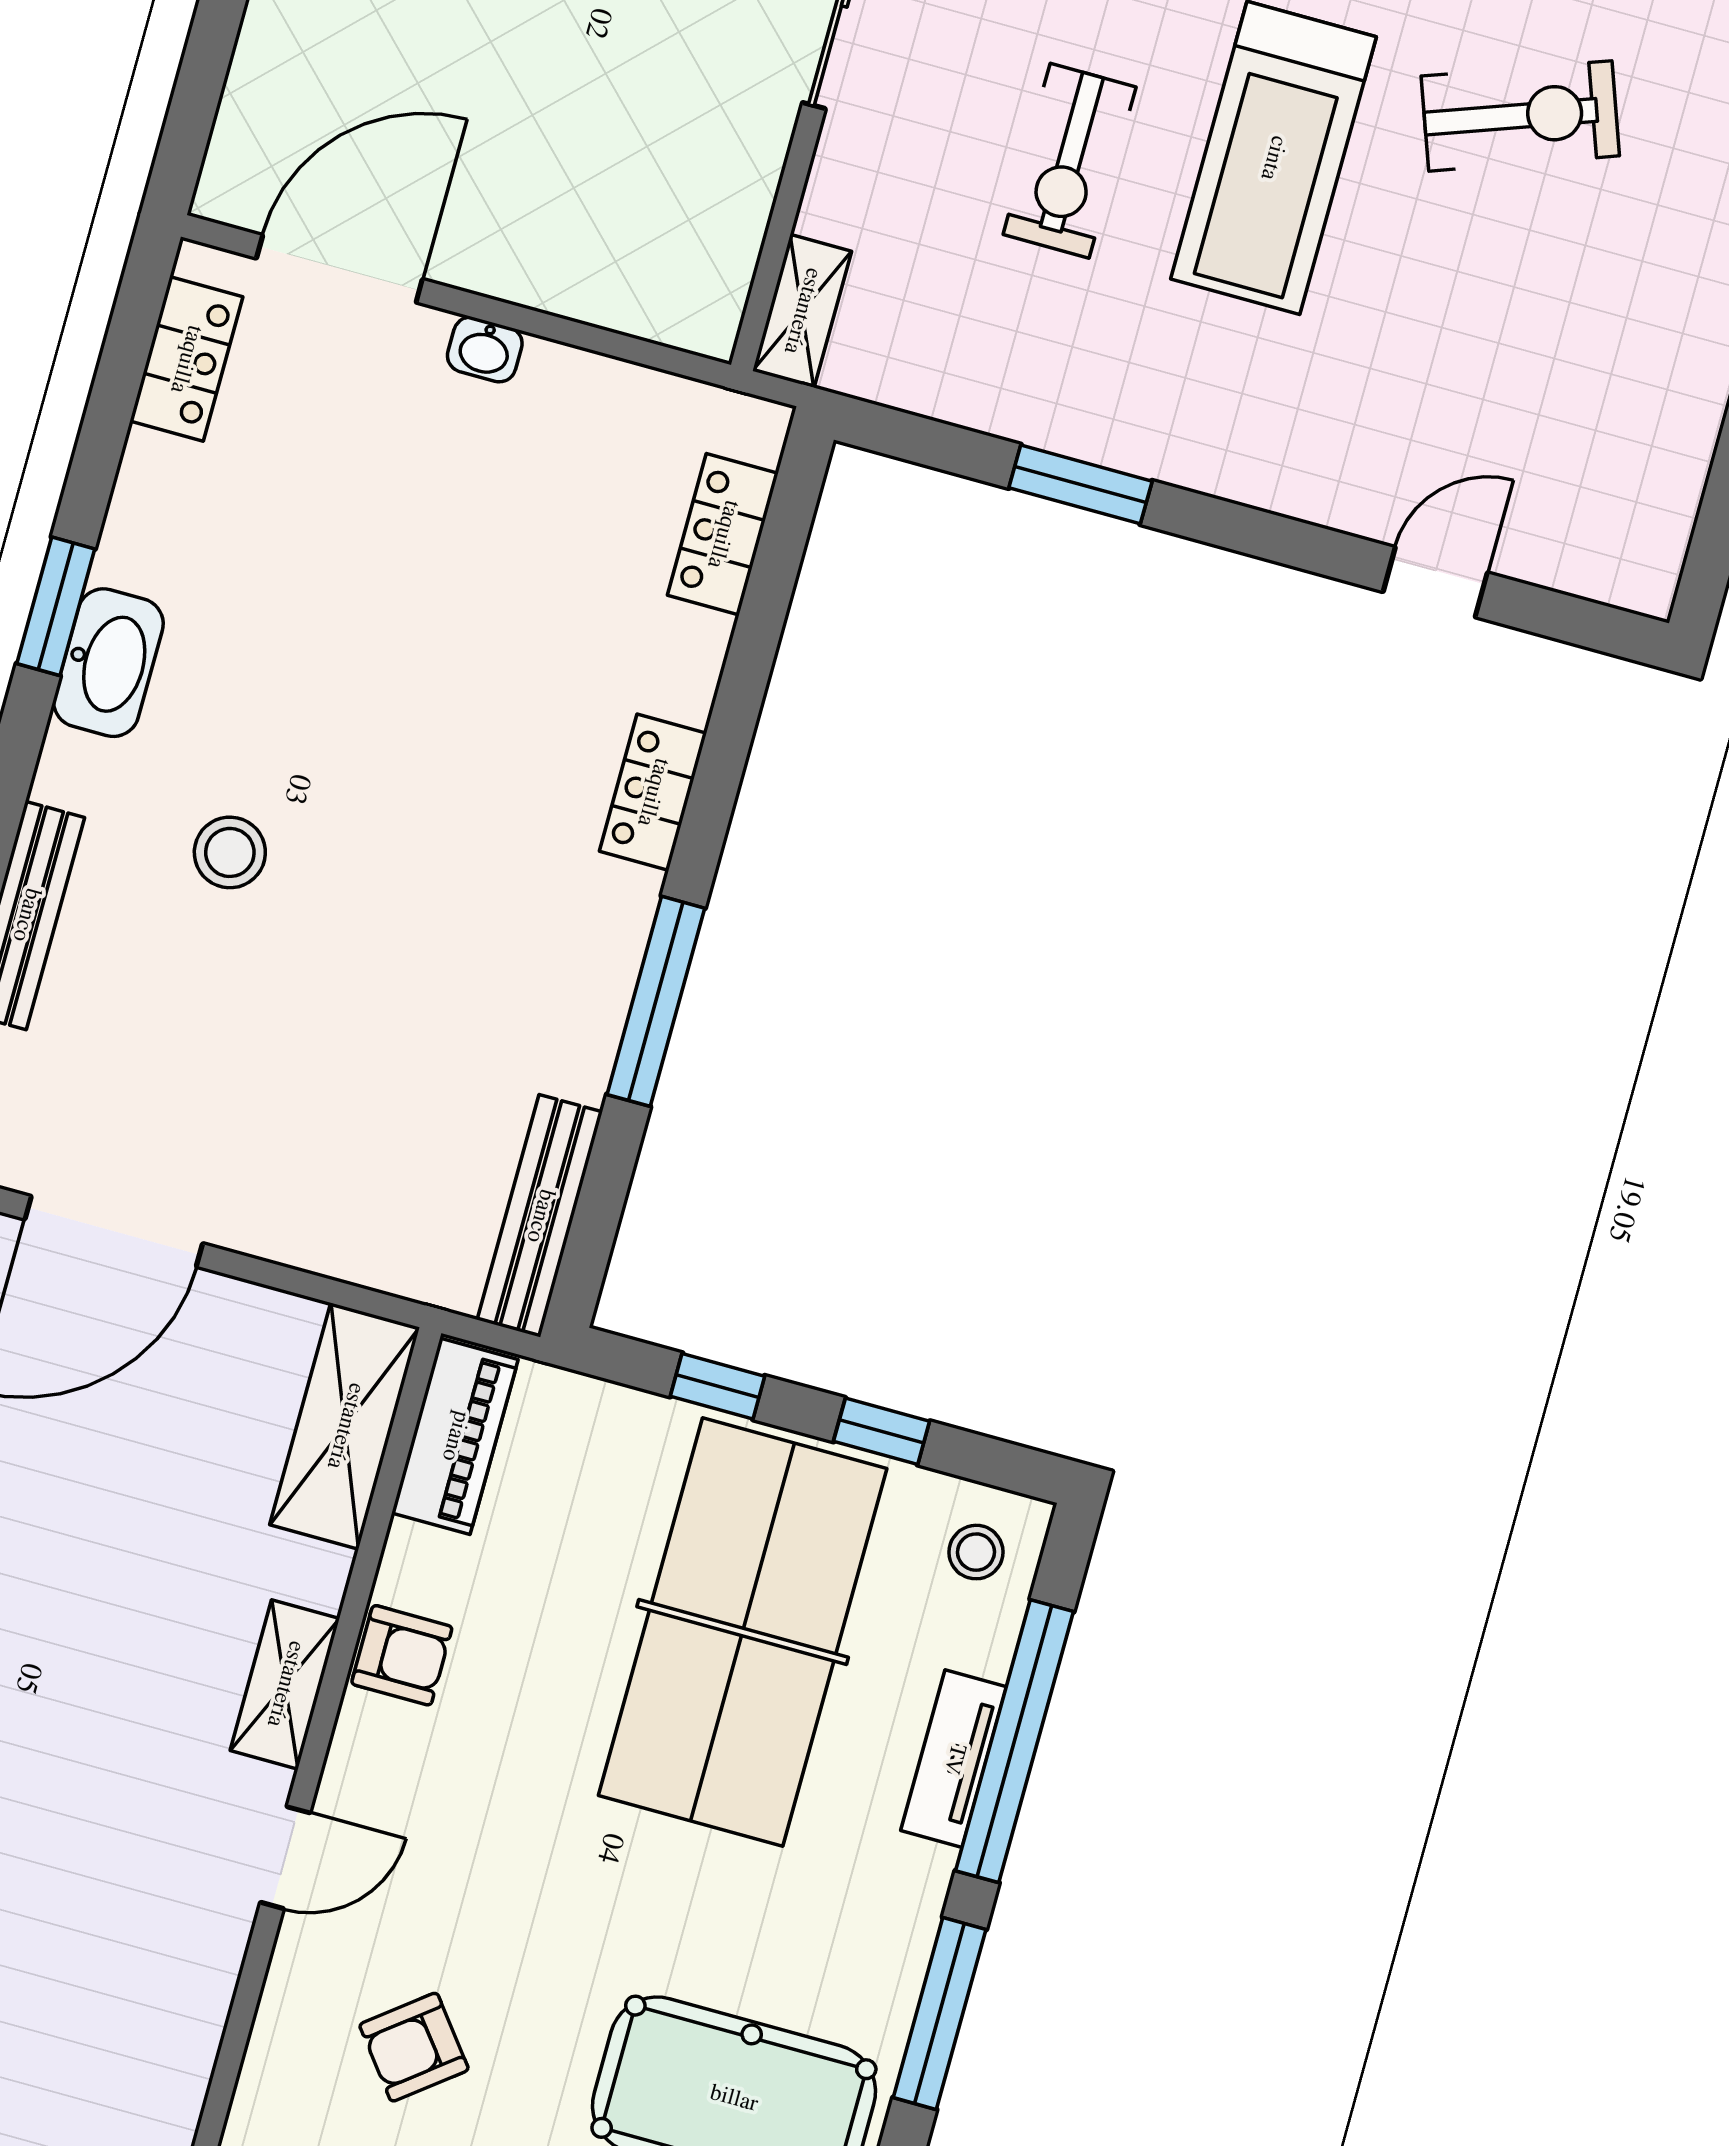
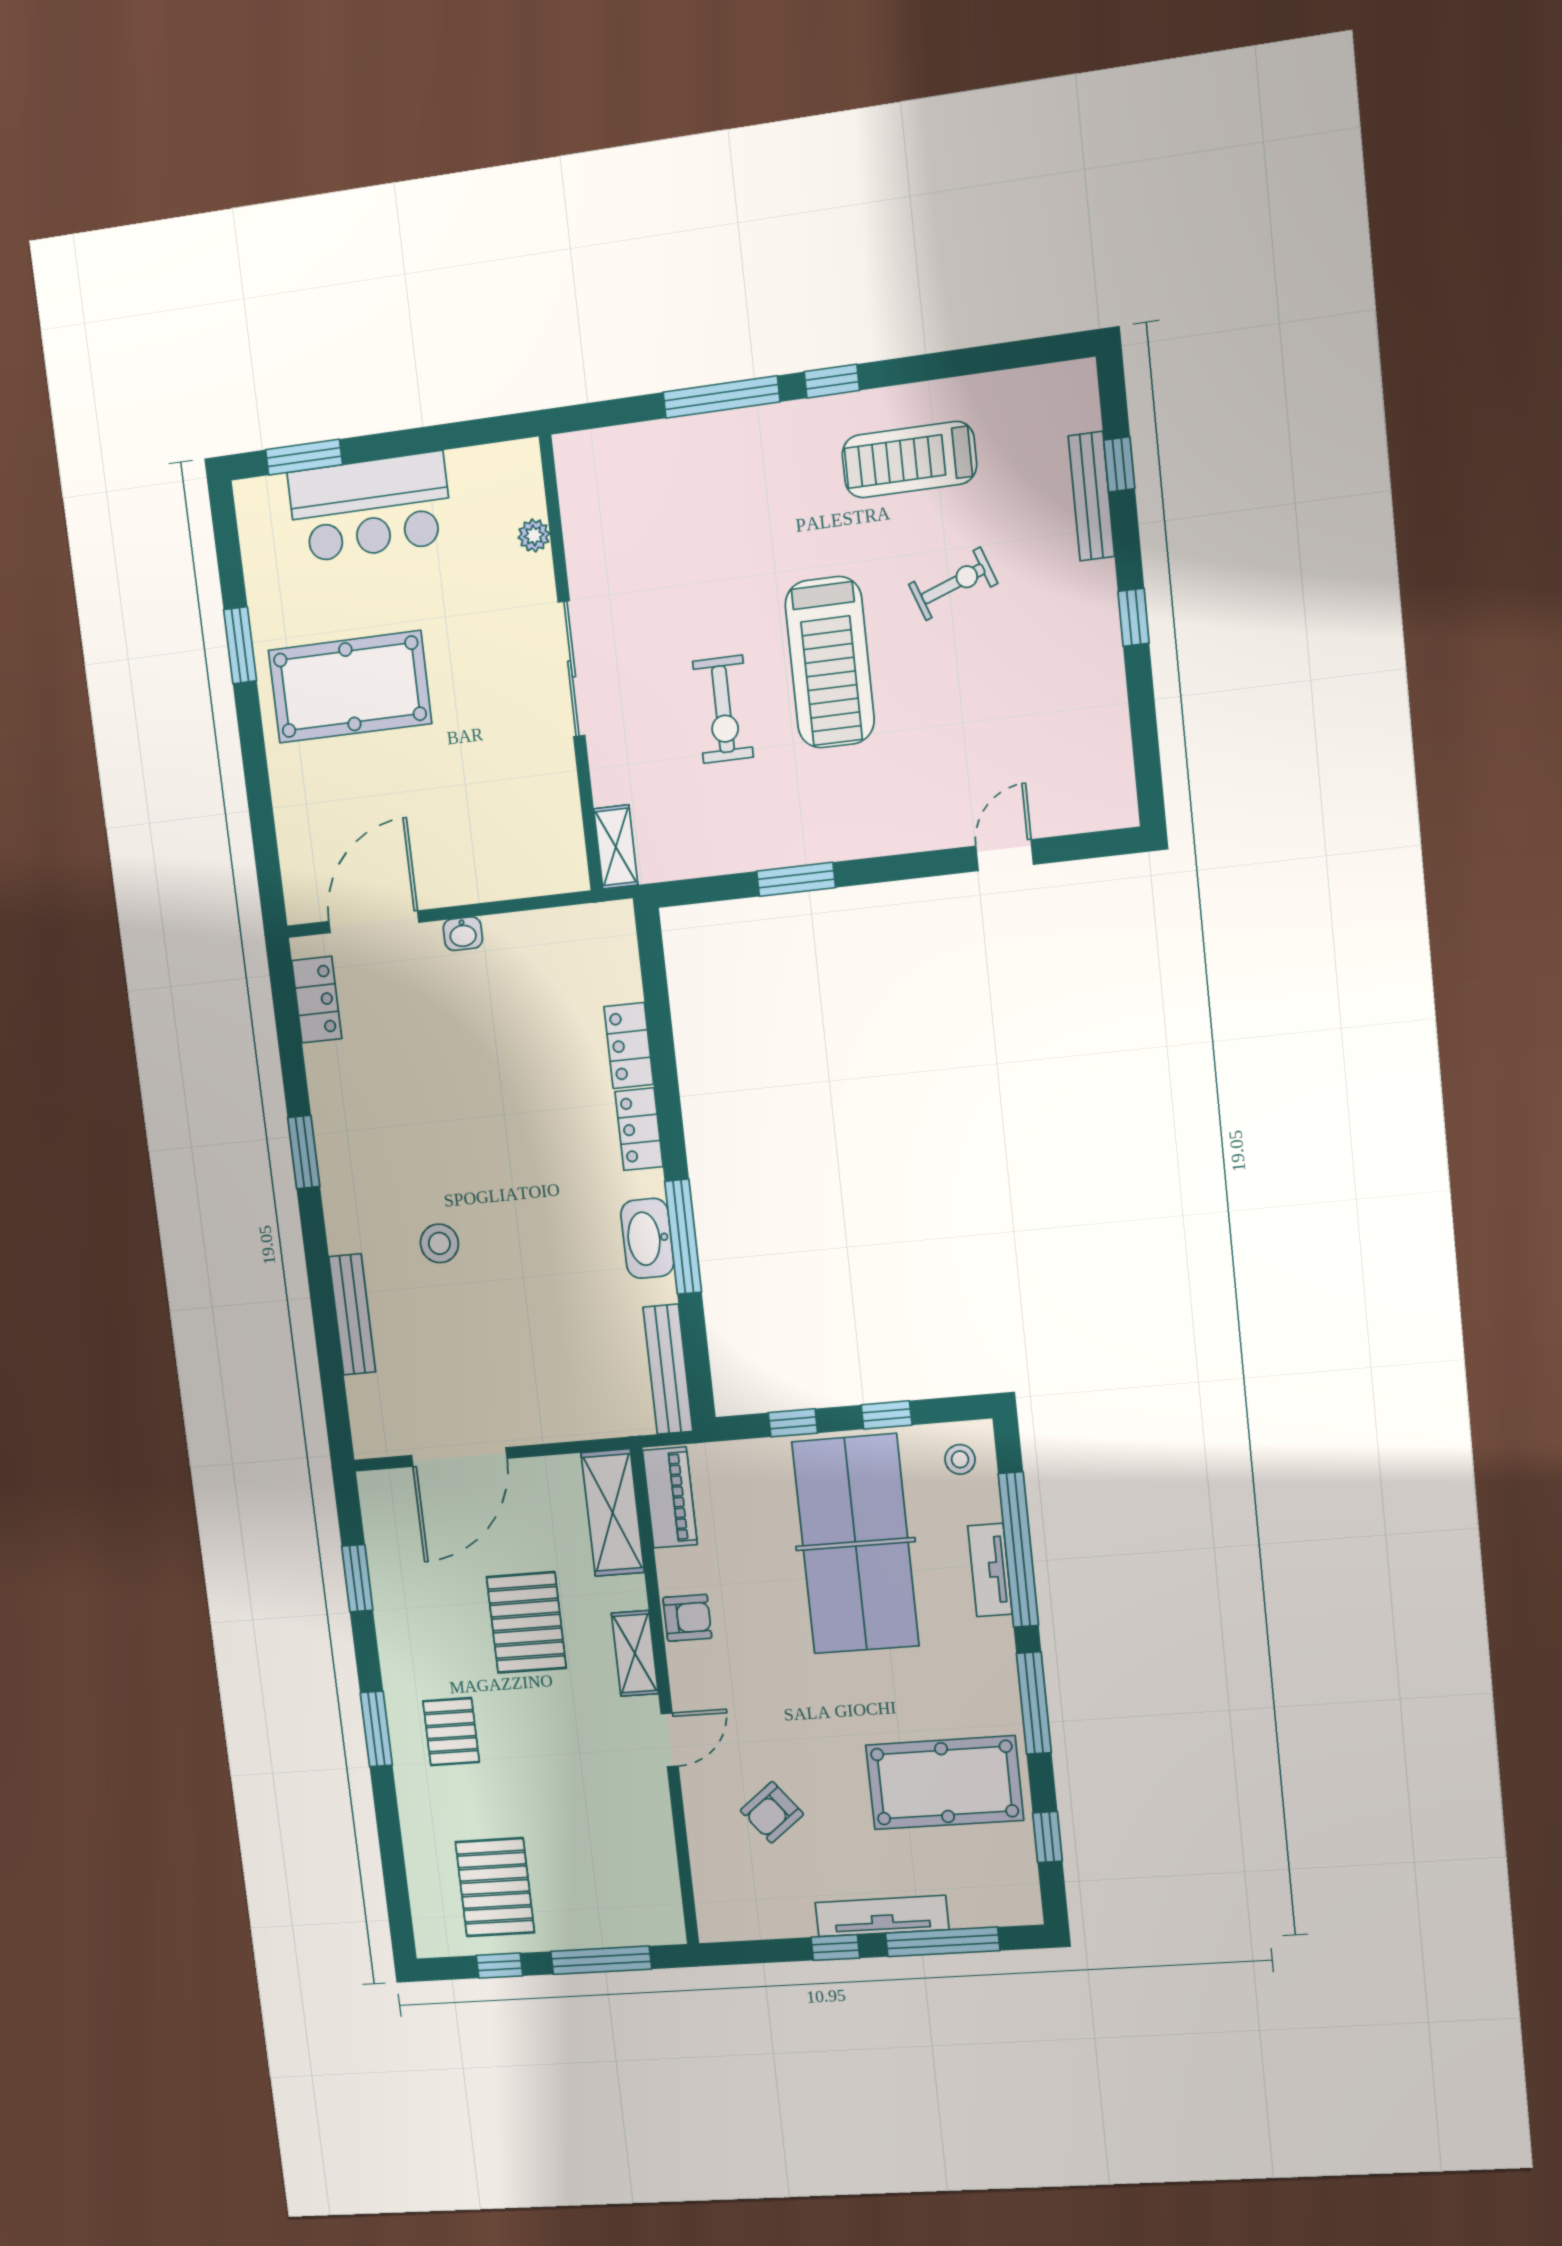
exercise bike: (1520, 116) -> (953, 584), width x0.73, depth x0.72
locker: (723, 534) -> (629, 1046), moved
washbasin: (108, 663) -> (647, 1238), moved, turned 180
pallet: (115, 1562) -> (526, 1622), added

